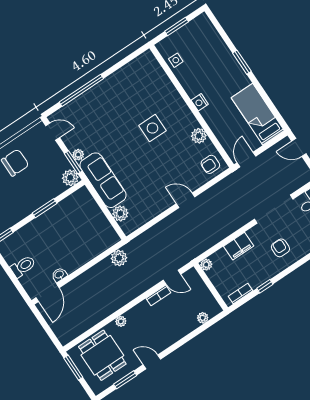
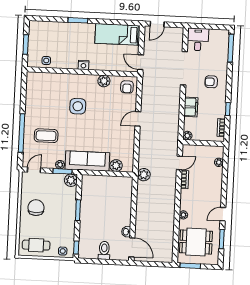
coffee table: (98, 118) -> (46, 136), added
plant: (119, 258) -> (144, 175), moved

